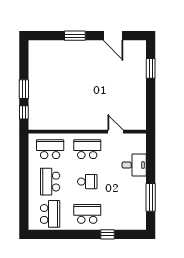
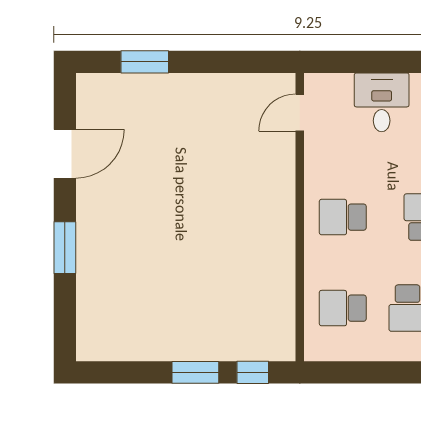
door: (115, 132) -> (300, 113), moved
school desk: (50, 149) -> (343, 308), width x0.54
school desk: (87, 149) -> (343, 217), width x0.54

